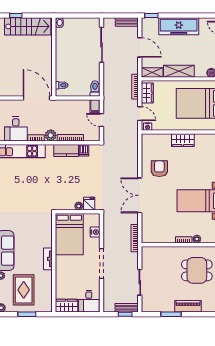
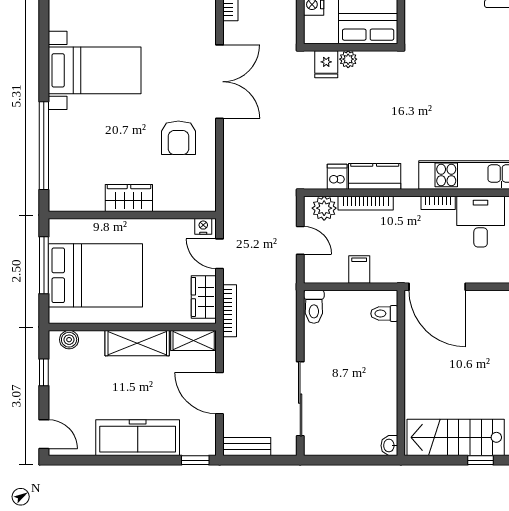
filing cabinet: (95, 106) -> (359, 269), moved
plant: (51, 135) -> (324, 208), moved

